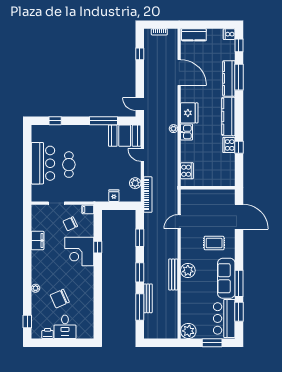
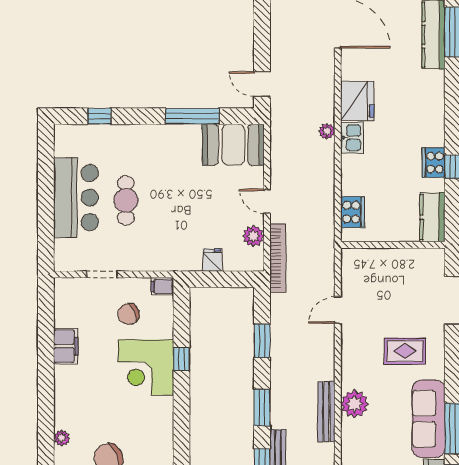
kitchen counter: (228, 116) -> (432, 217), moved, width x0.67
door: (142, 155) -> (267, 201), moved

